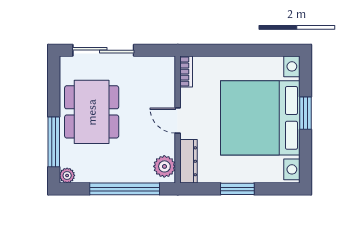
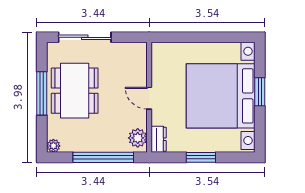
bookcase: (186, 72) -> (157, 56), removed
window: (54, 142) -> (42, 93), moved
dresser: (189, 161) -> (159, 139), width x0.70

